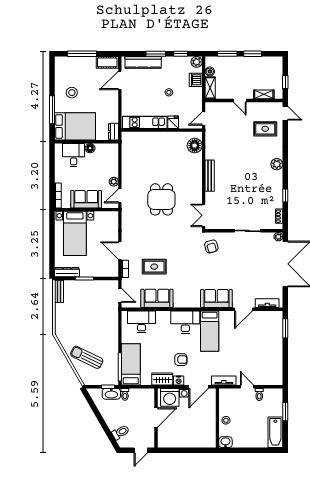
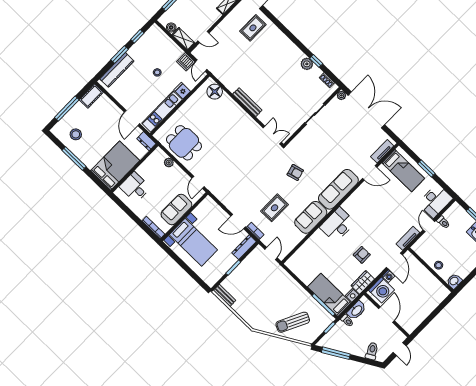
plant: (197, 62) -> (155, 30), removed
door: (120, 80) -> (132, 118), moved
dishwasher: (196, 80) -> (186, 62), moved
stool: (72, 93) -> (76, 134), moved
door: (240, 100) -> (203, 37), moved
window: (52, 110) -> (74, 158), moved
floor lamp: (90, 148) -> (142, 170), removed
plant: (277, 164) -> (307, 64), moved
plant: (114, 182) -> (169, 163), moved
dining table: (161, 199) -> (184, 143), moved
double door: (204, 215) -> (272, 135), swing flipped
armchair: (211, 246) -> (295, 172), moved
dresser: (67, 272) -> (244, 247), moved
door: (120, 295) -> (271, 254), hinge flipped
sofa: (157, 298) -> (311, 217), moved
sofa: (216, 299) -> (338, 189), width x1.36
door: (244, 309) -> (370, 173), hinge flipped
desk: (142, 322) -> (435, 201), moved, turned 180
window: (285, 328) -> (426, 168), moved
bed: (210, 331) -> (403, 171), moved
nightstand: (179, 380) -> (352, 295), moved
door: (247, 387) -> (429, 226), hinge flipped
washbasin: (111, 394) -> (357, 310), moved
window: (94, 408) -> (336, 353), added

